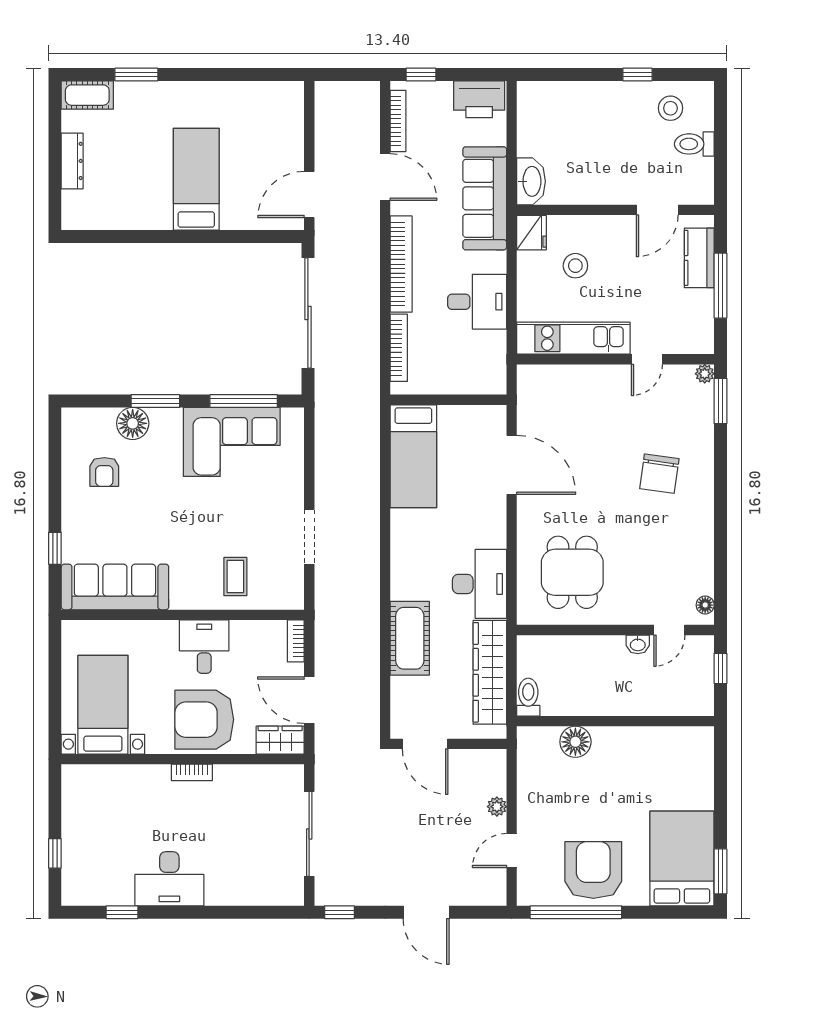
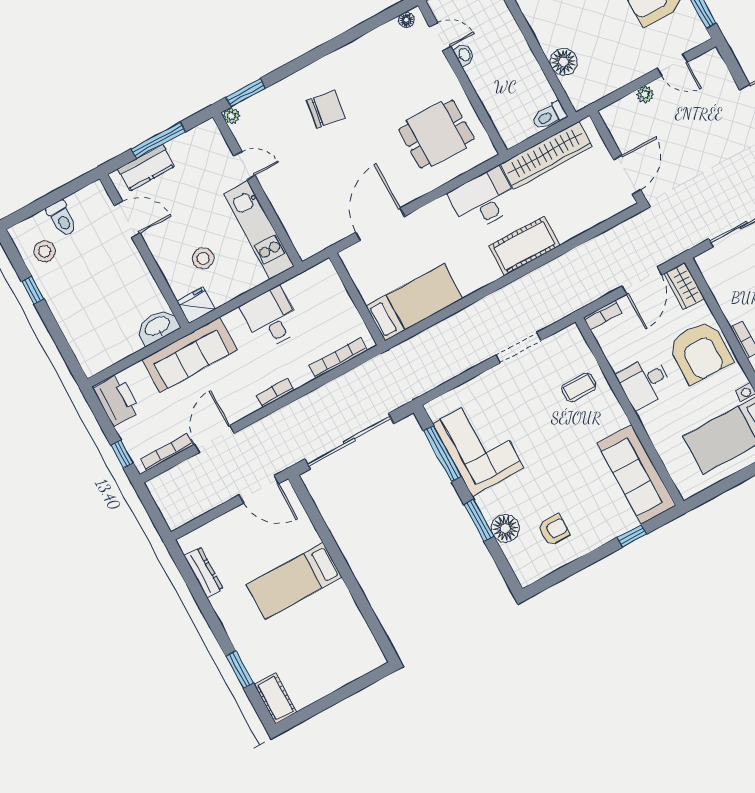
dresser: (72, 161) -> (203, 572), moved, turned 90
bookcase: (401, 264) -> (275, 393), width x0.43, depth x0.76
cot: (410, 638) -> (524, 246), moved

